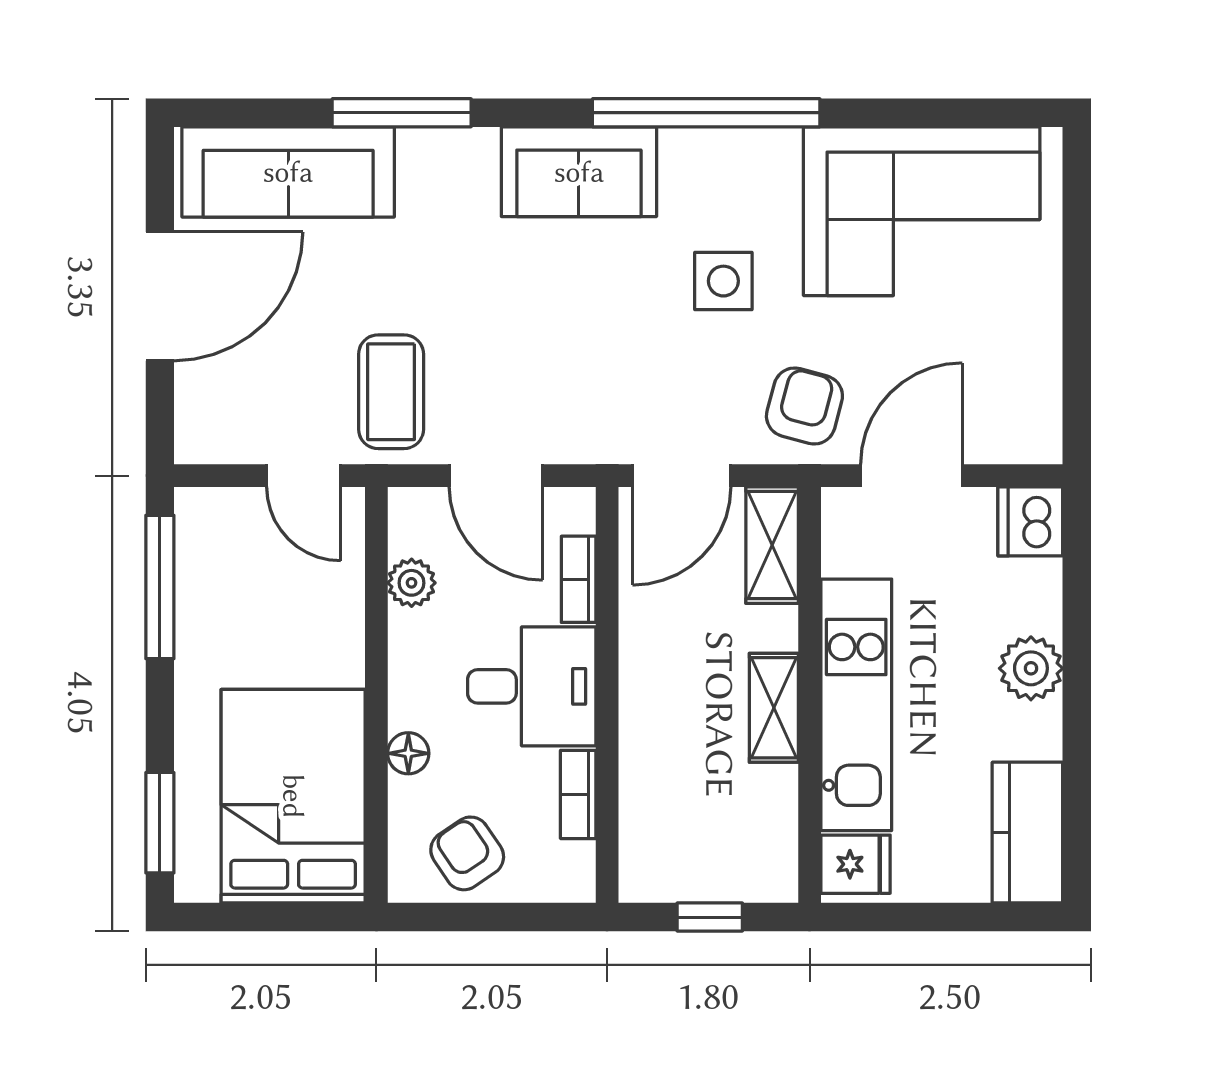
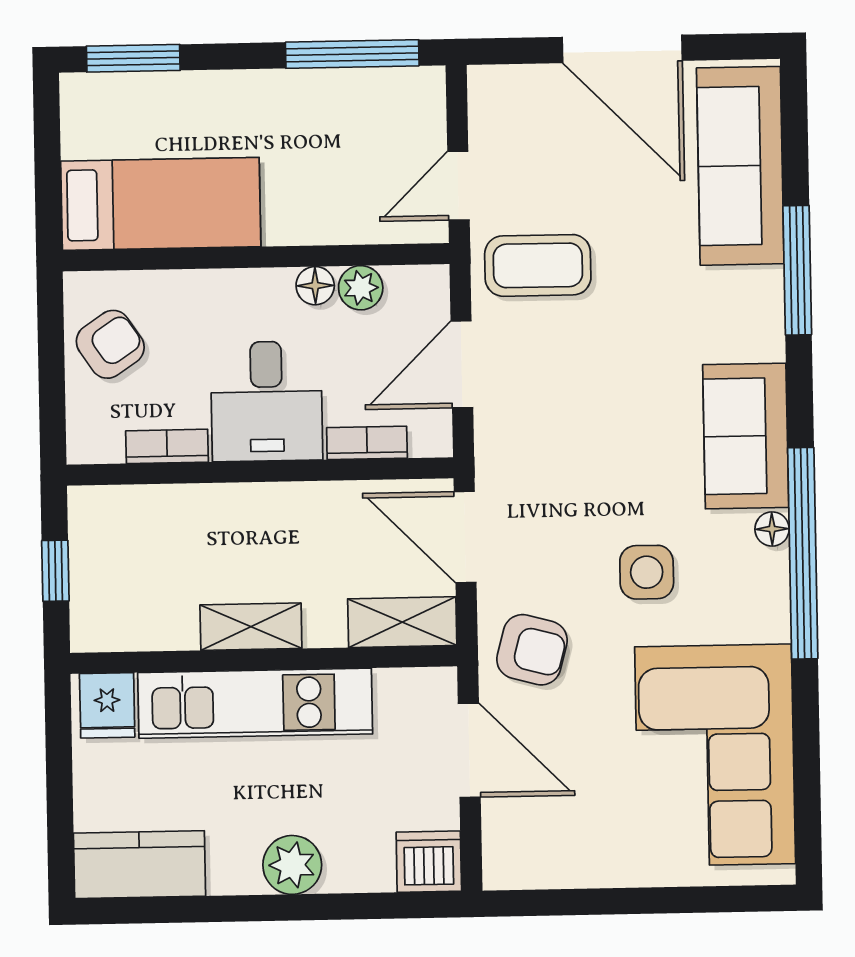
floor lamp: (679, 145) -> (772, 529), added
floor lamp: (408, 753) -> (315, 286), moved
bed: (293, 796) -> (161, 204), width x0.67

